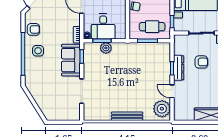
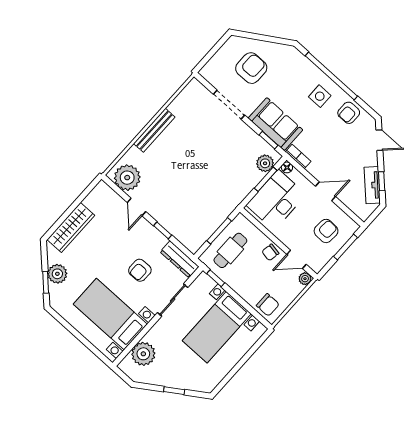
desk: (103, 26) -> (276, 200), width x1.37
plant: (106, 48) -> (265, 163), moved
dresser: (179, 68) -> (179, 259), moved
door: (172, 91) -> (137, 207), swing flipped
armchair: (54, 96) -> (251, 68), added

